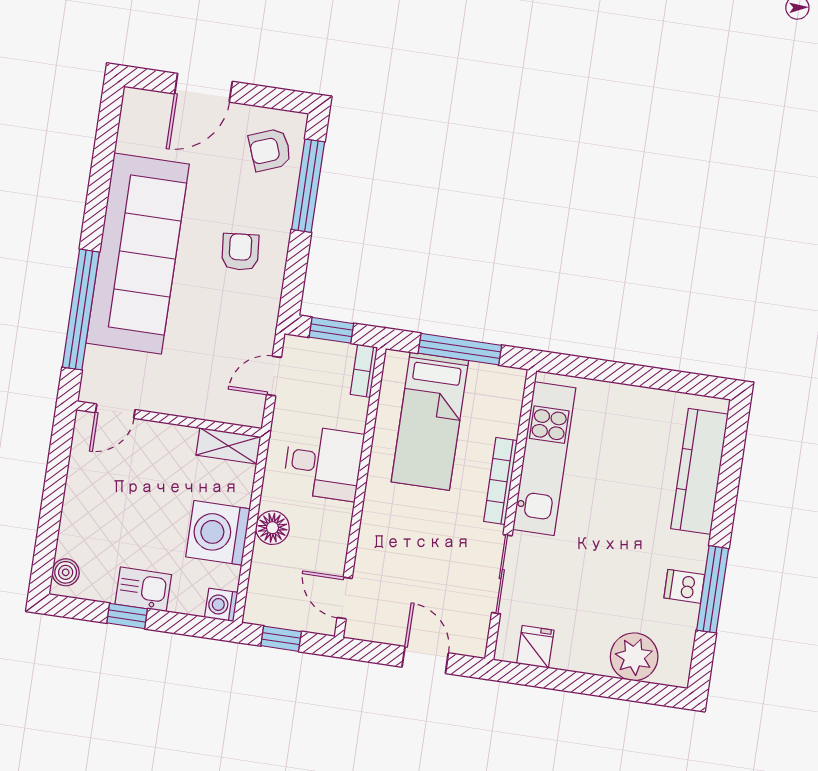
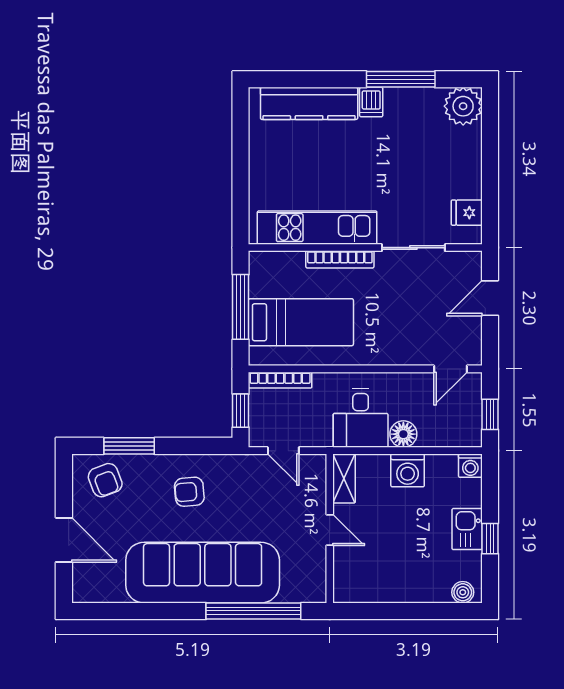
window: (308, 186) -> (129, 446), width x0.69
bookcase: (364, 371) -> (280, 380), width x1.56
door: (115, 411) -> (330, 530), moved
desk: (323, 463) -> (361, 418), moved, turned 180
washing machine: (218, 533) -> (408, 470), width x0.73, depth x0.73
dishwasher: (684, 586) -> (371, 102), moved
plant: (634, 657) -> (463, 106), moved

